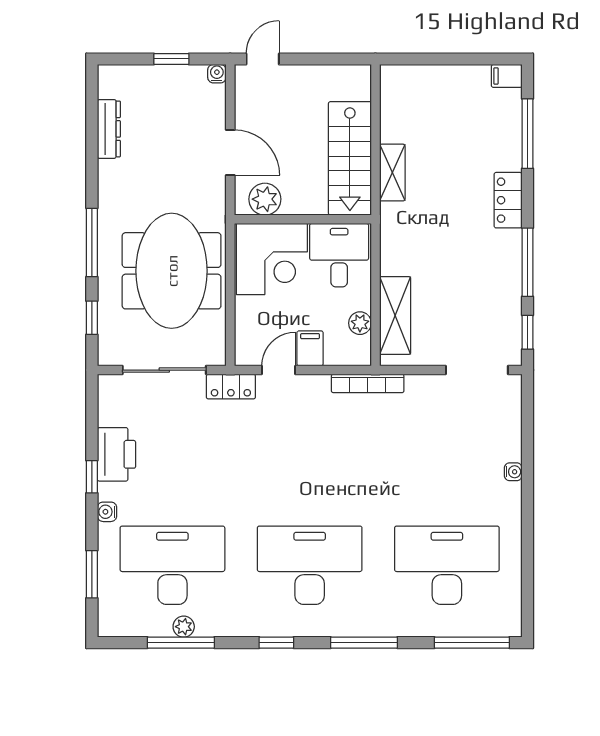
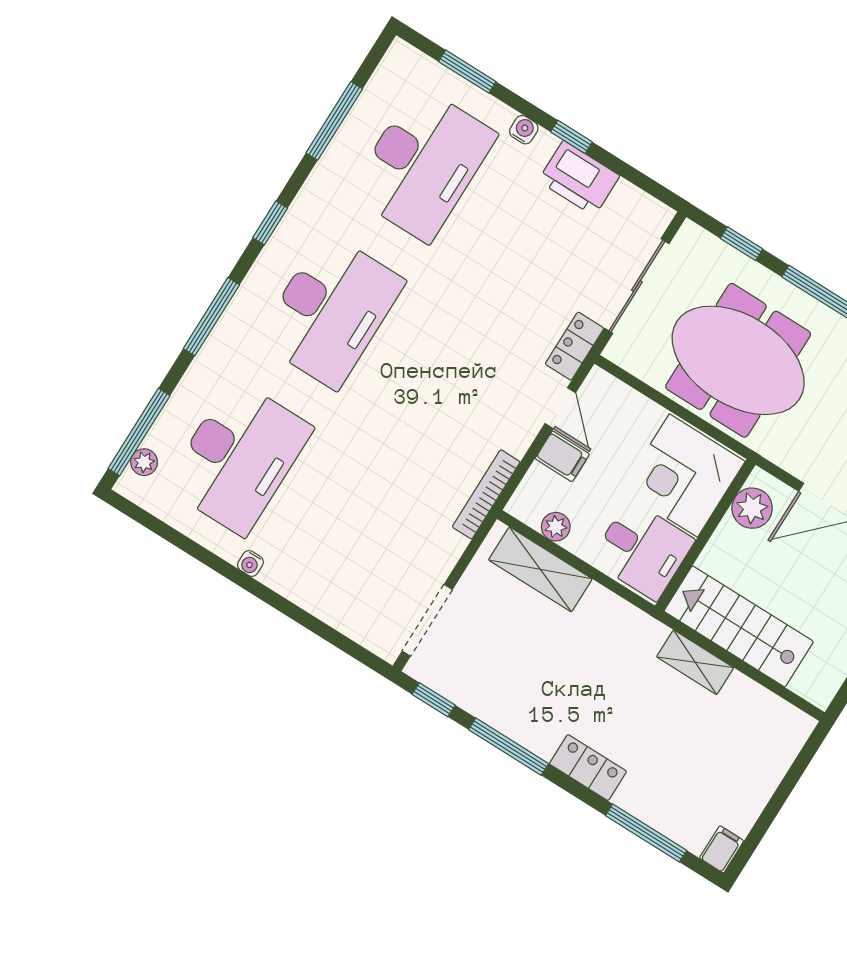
water cooler: (513, 472) -> (250, 563), moved
plant: (184, 627) -> (144, 462), moved

